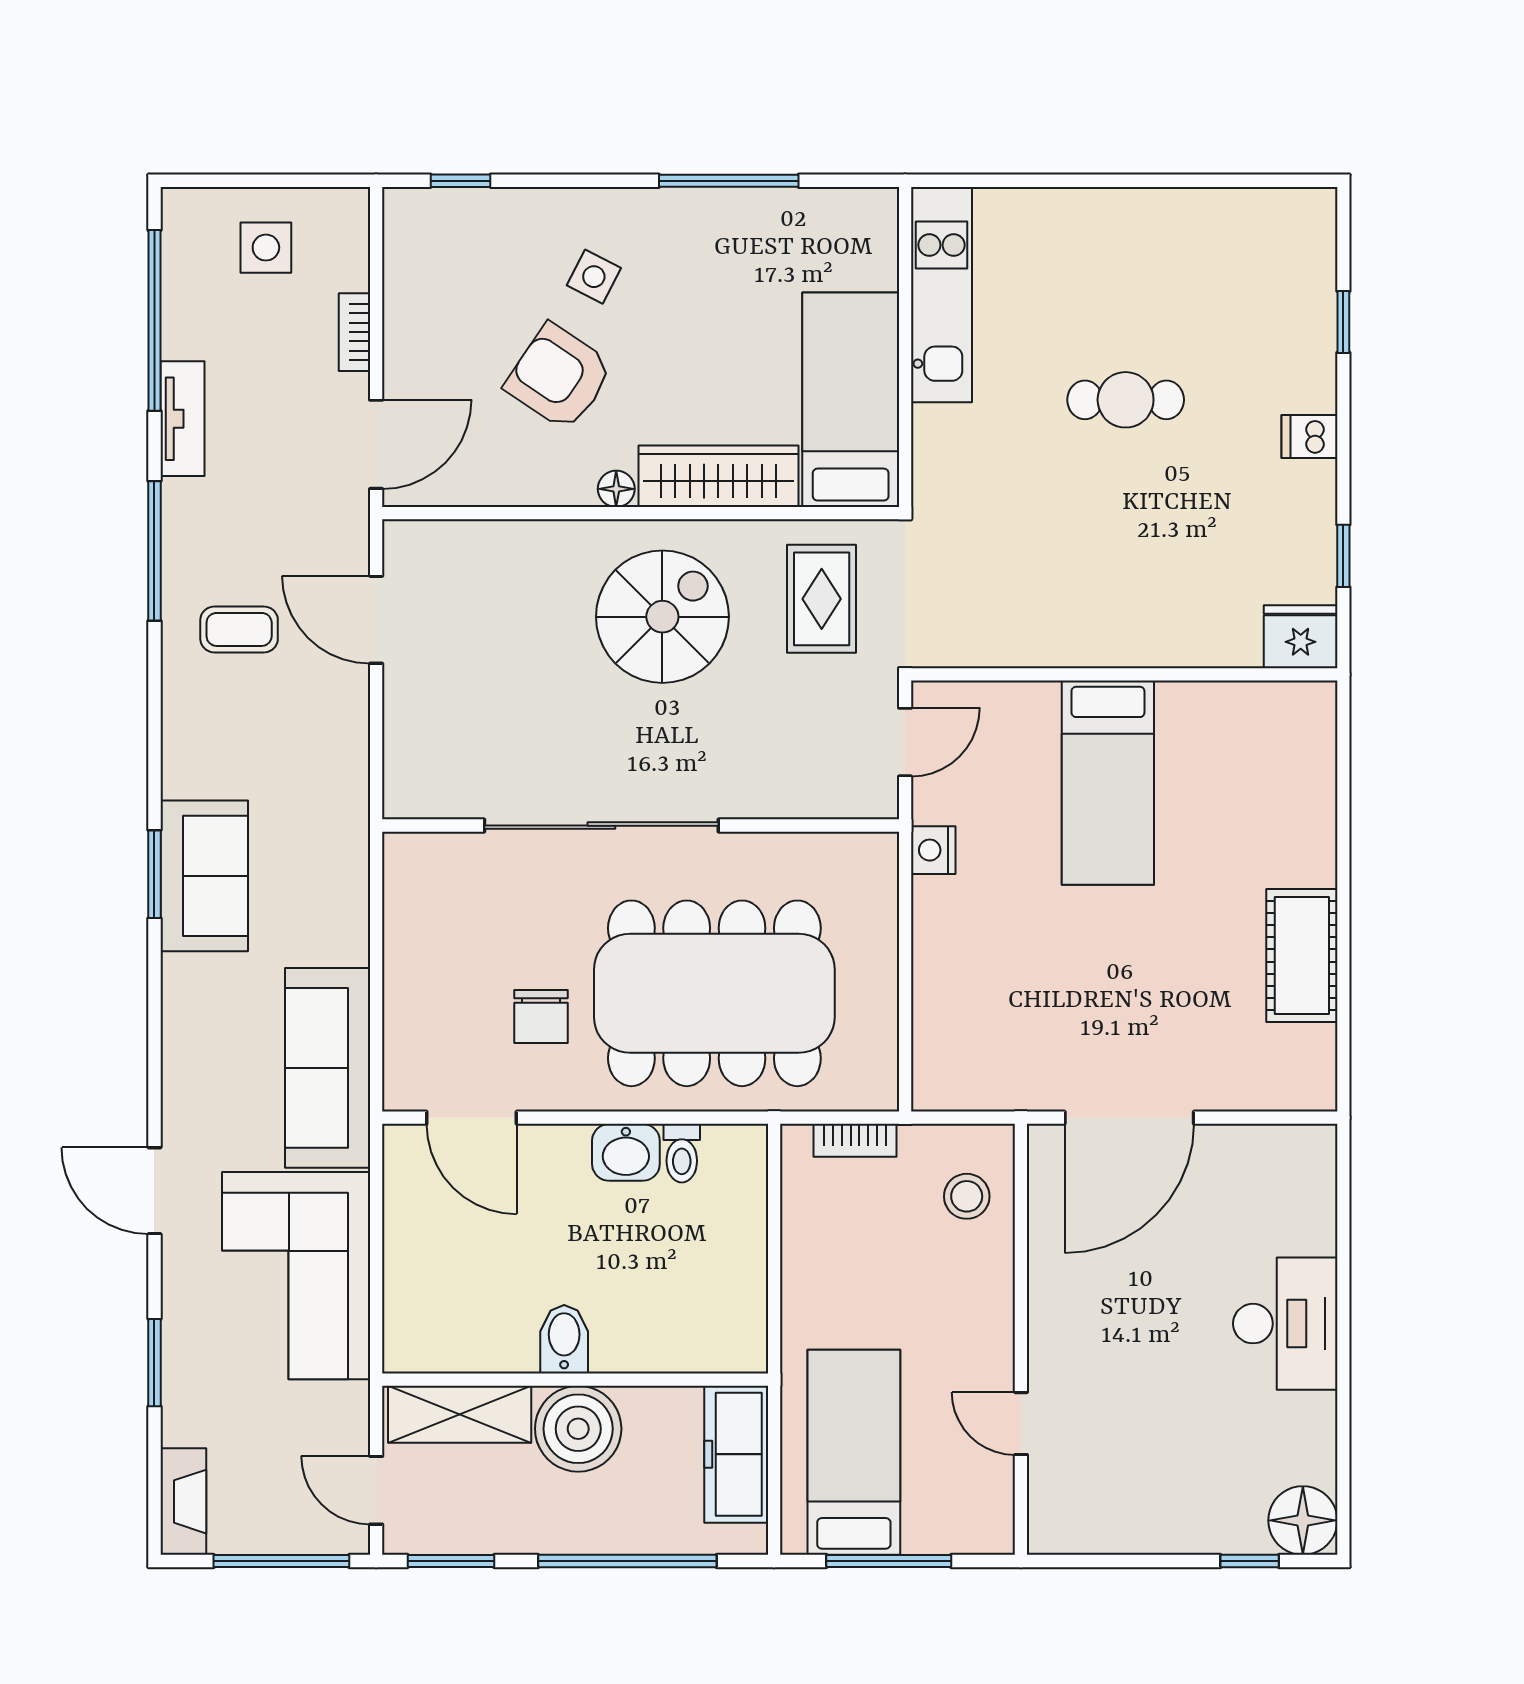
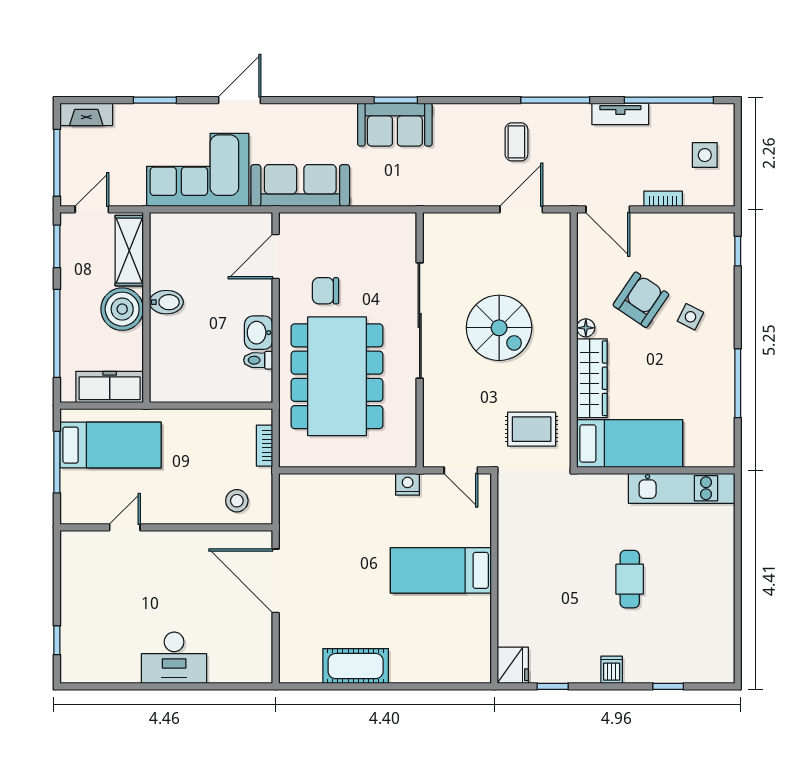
spiral stairs: (662, 617) -> (499, 328), moved
floor lamp: (1303, 1520) -> (77, 666), removed

